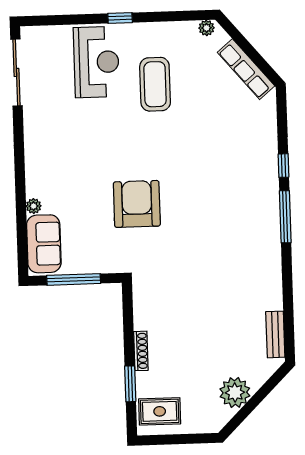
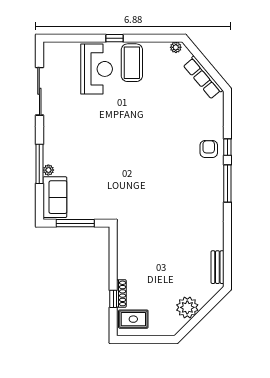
sliding door: (16, 72) -> (39, 91), moved
coffee table: (155, 84) -> (132, 63), moved
window: (21, 198) -> (39, 164), added
armchair: (137, 204) -> (209, 149), moved, width x0.53, depth x0.53
shoe rack: (141, 351) -> (121, 293), moved
window: (130, 384) -> (113, 299), width x0.67

